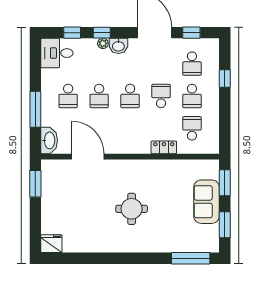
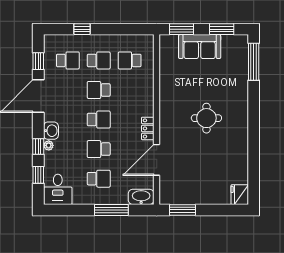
school desk: (99, 96) -> (99, 149), turned 180
locker: (164, 147) -> (148, 128), moved

